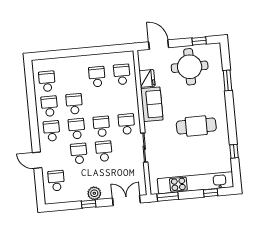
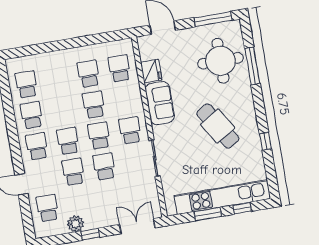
window: (199, 41) -> (213, 19), width x2.17
round table: (190, 67) -> (220, 61), moved
window: (227, 80) -> (252, 66), width x1.44
school desk: (74, 104) -> (94, 105), moved
cafe table: (196, 126) -> (218, 126), turned 58
window: (234, 151) -> (265, 141), moved
plant: (94, 193) -> (76, 224), moved
window: (168, 197) -> (208, 214), moved

